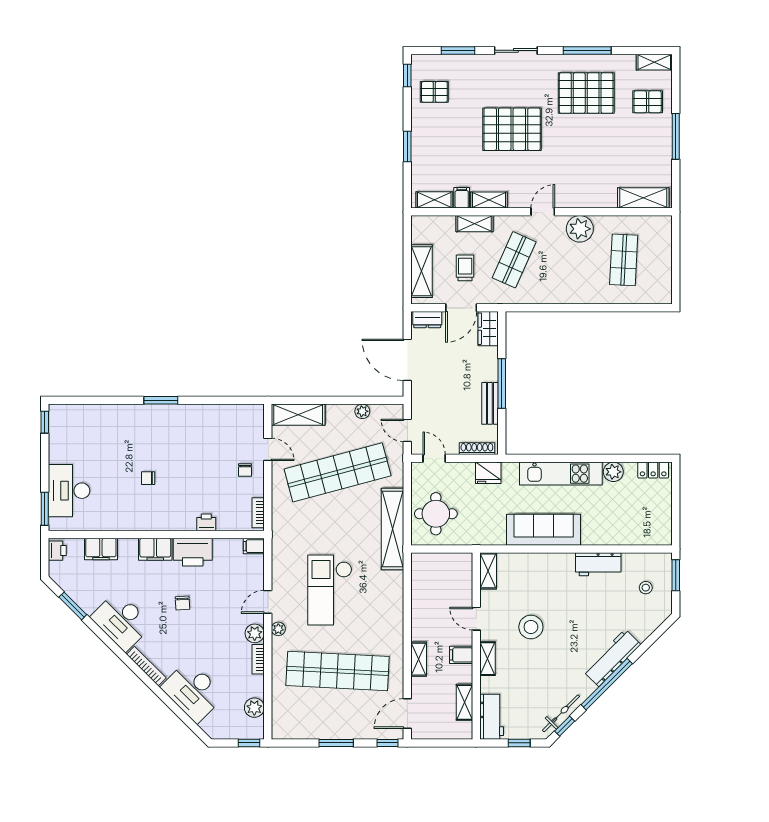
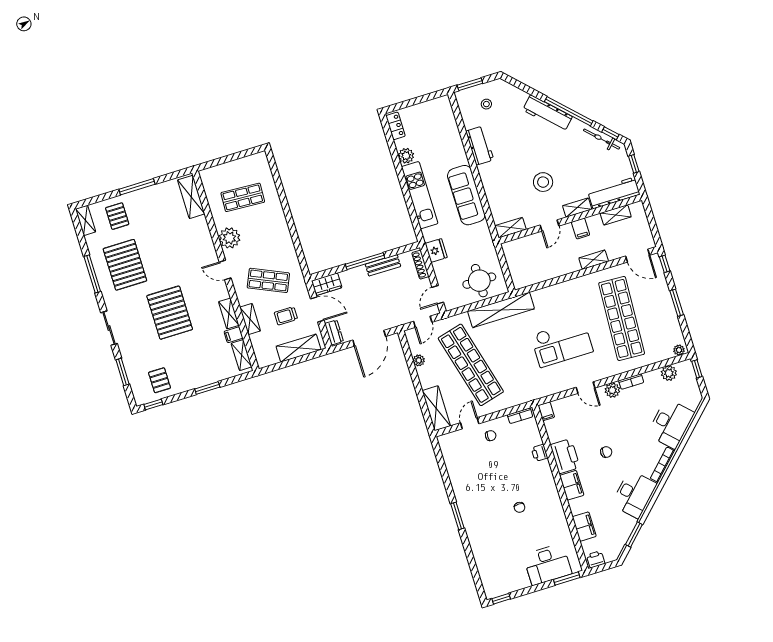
plant: (278, 629) -> (679, 350), moved
workbench: (492, 717) -> (614, 193), width x1.38

